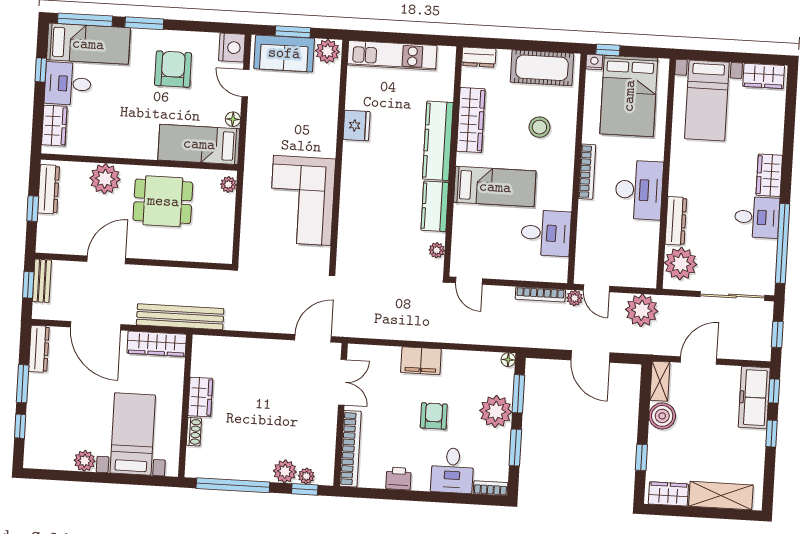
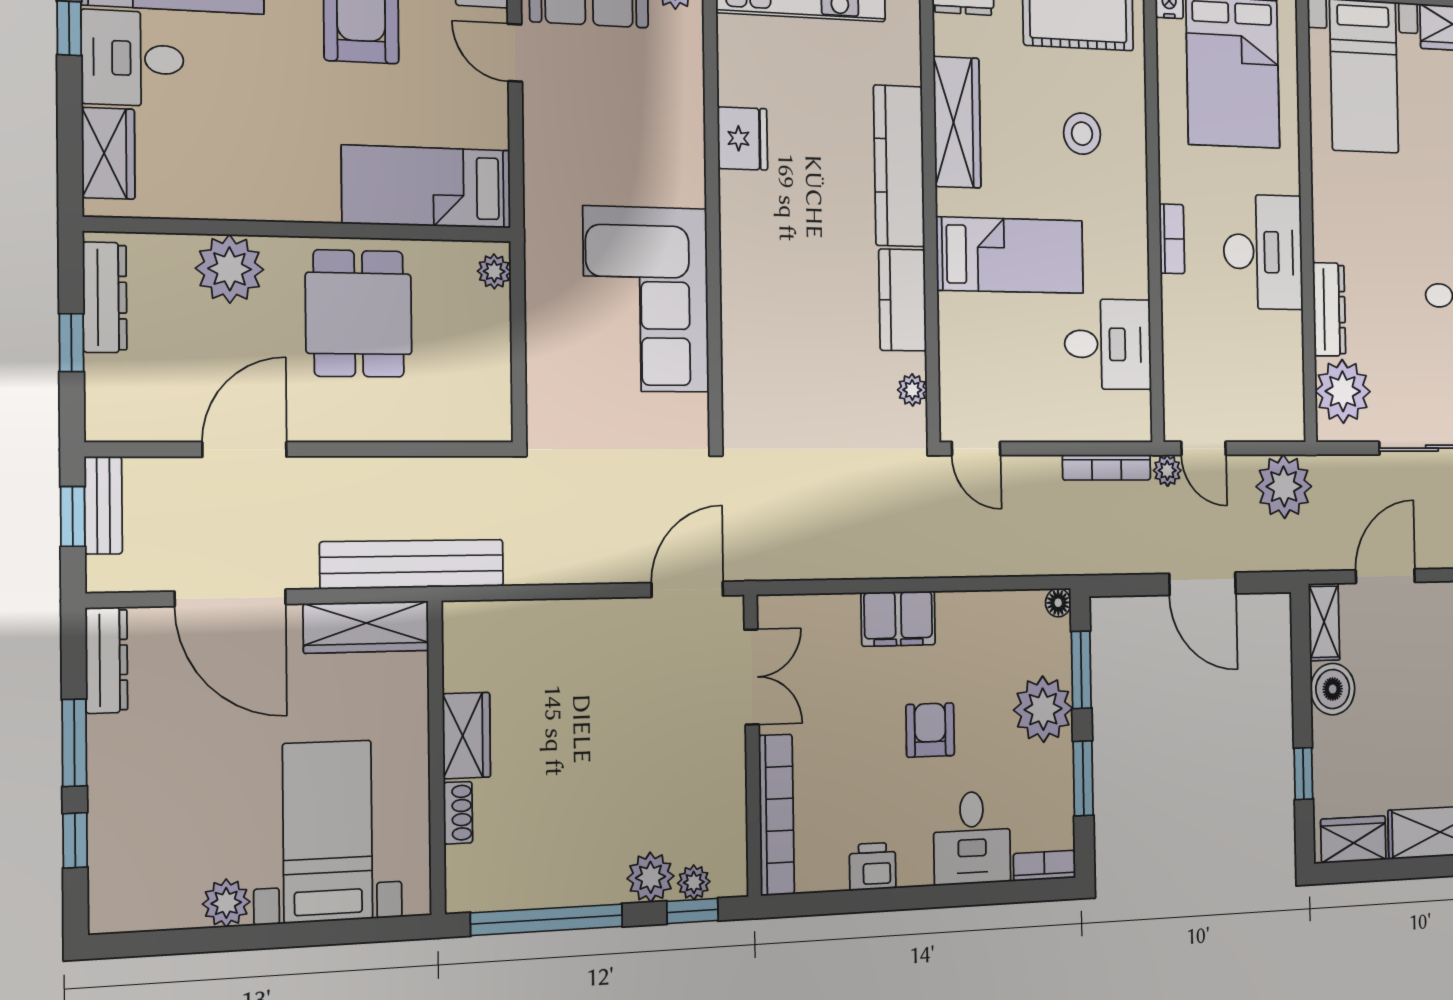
floor lamp: (233, 119) -> (494, 131), removed
bookcase: (587, 172) -> (1172, 239), width x0.64
dining table: (163, 201) -> (359, 314), turned 90

